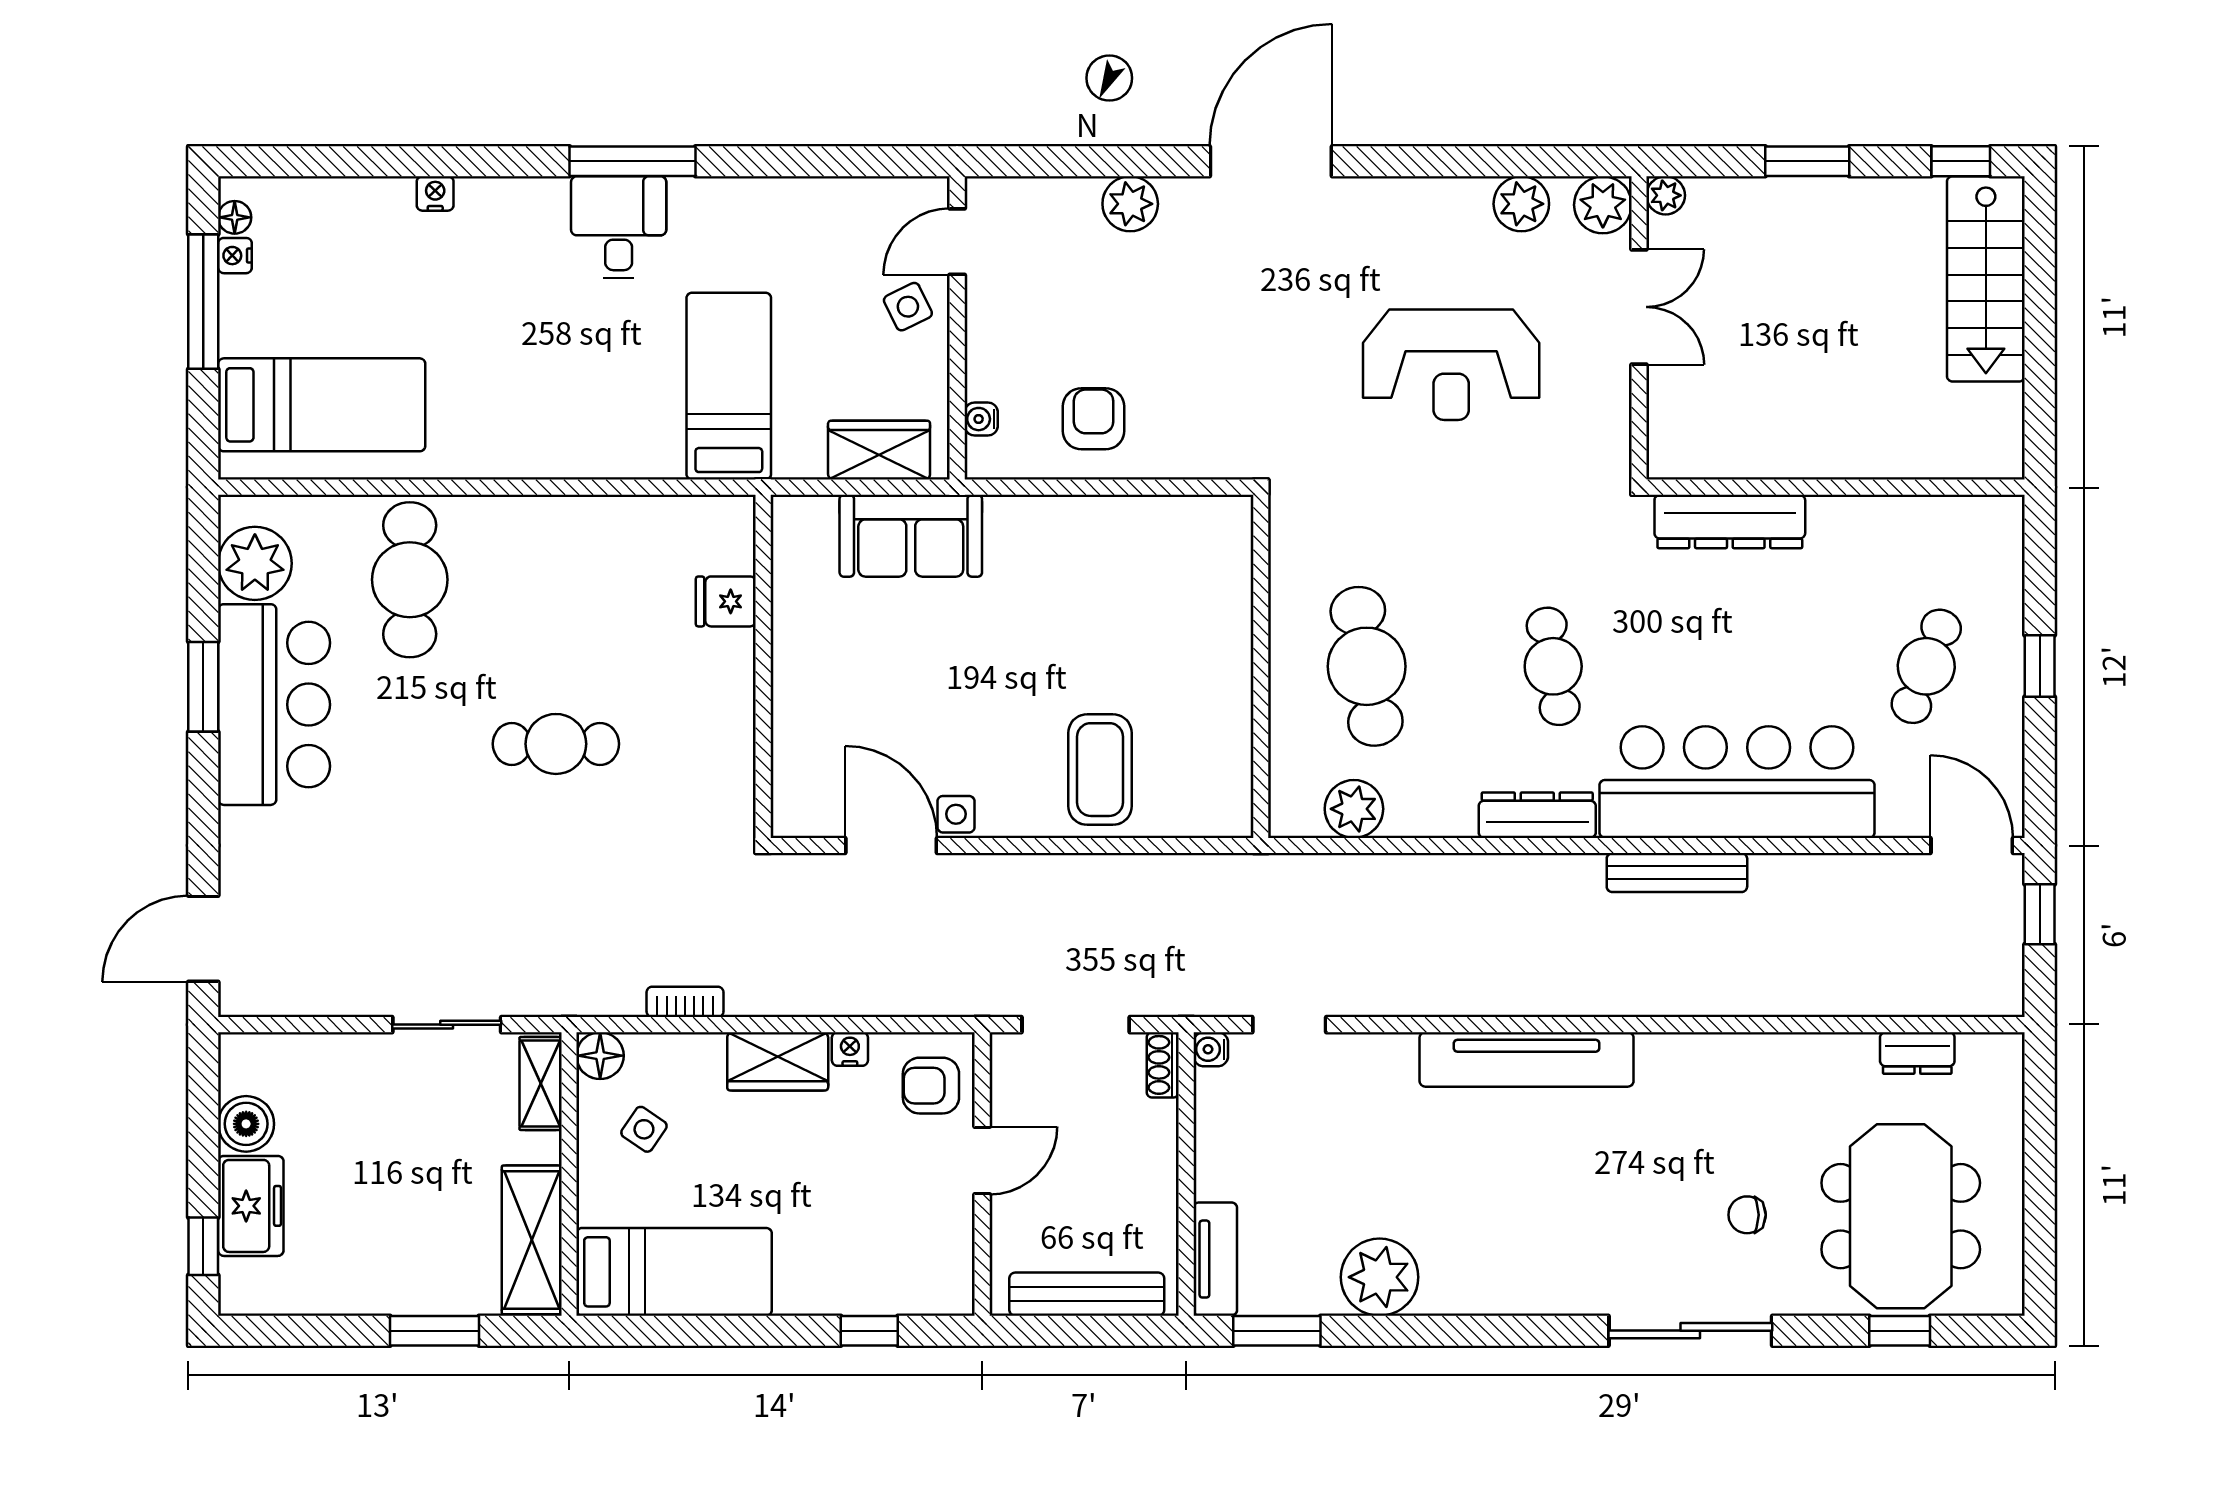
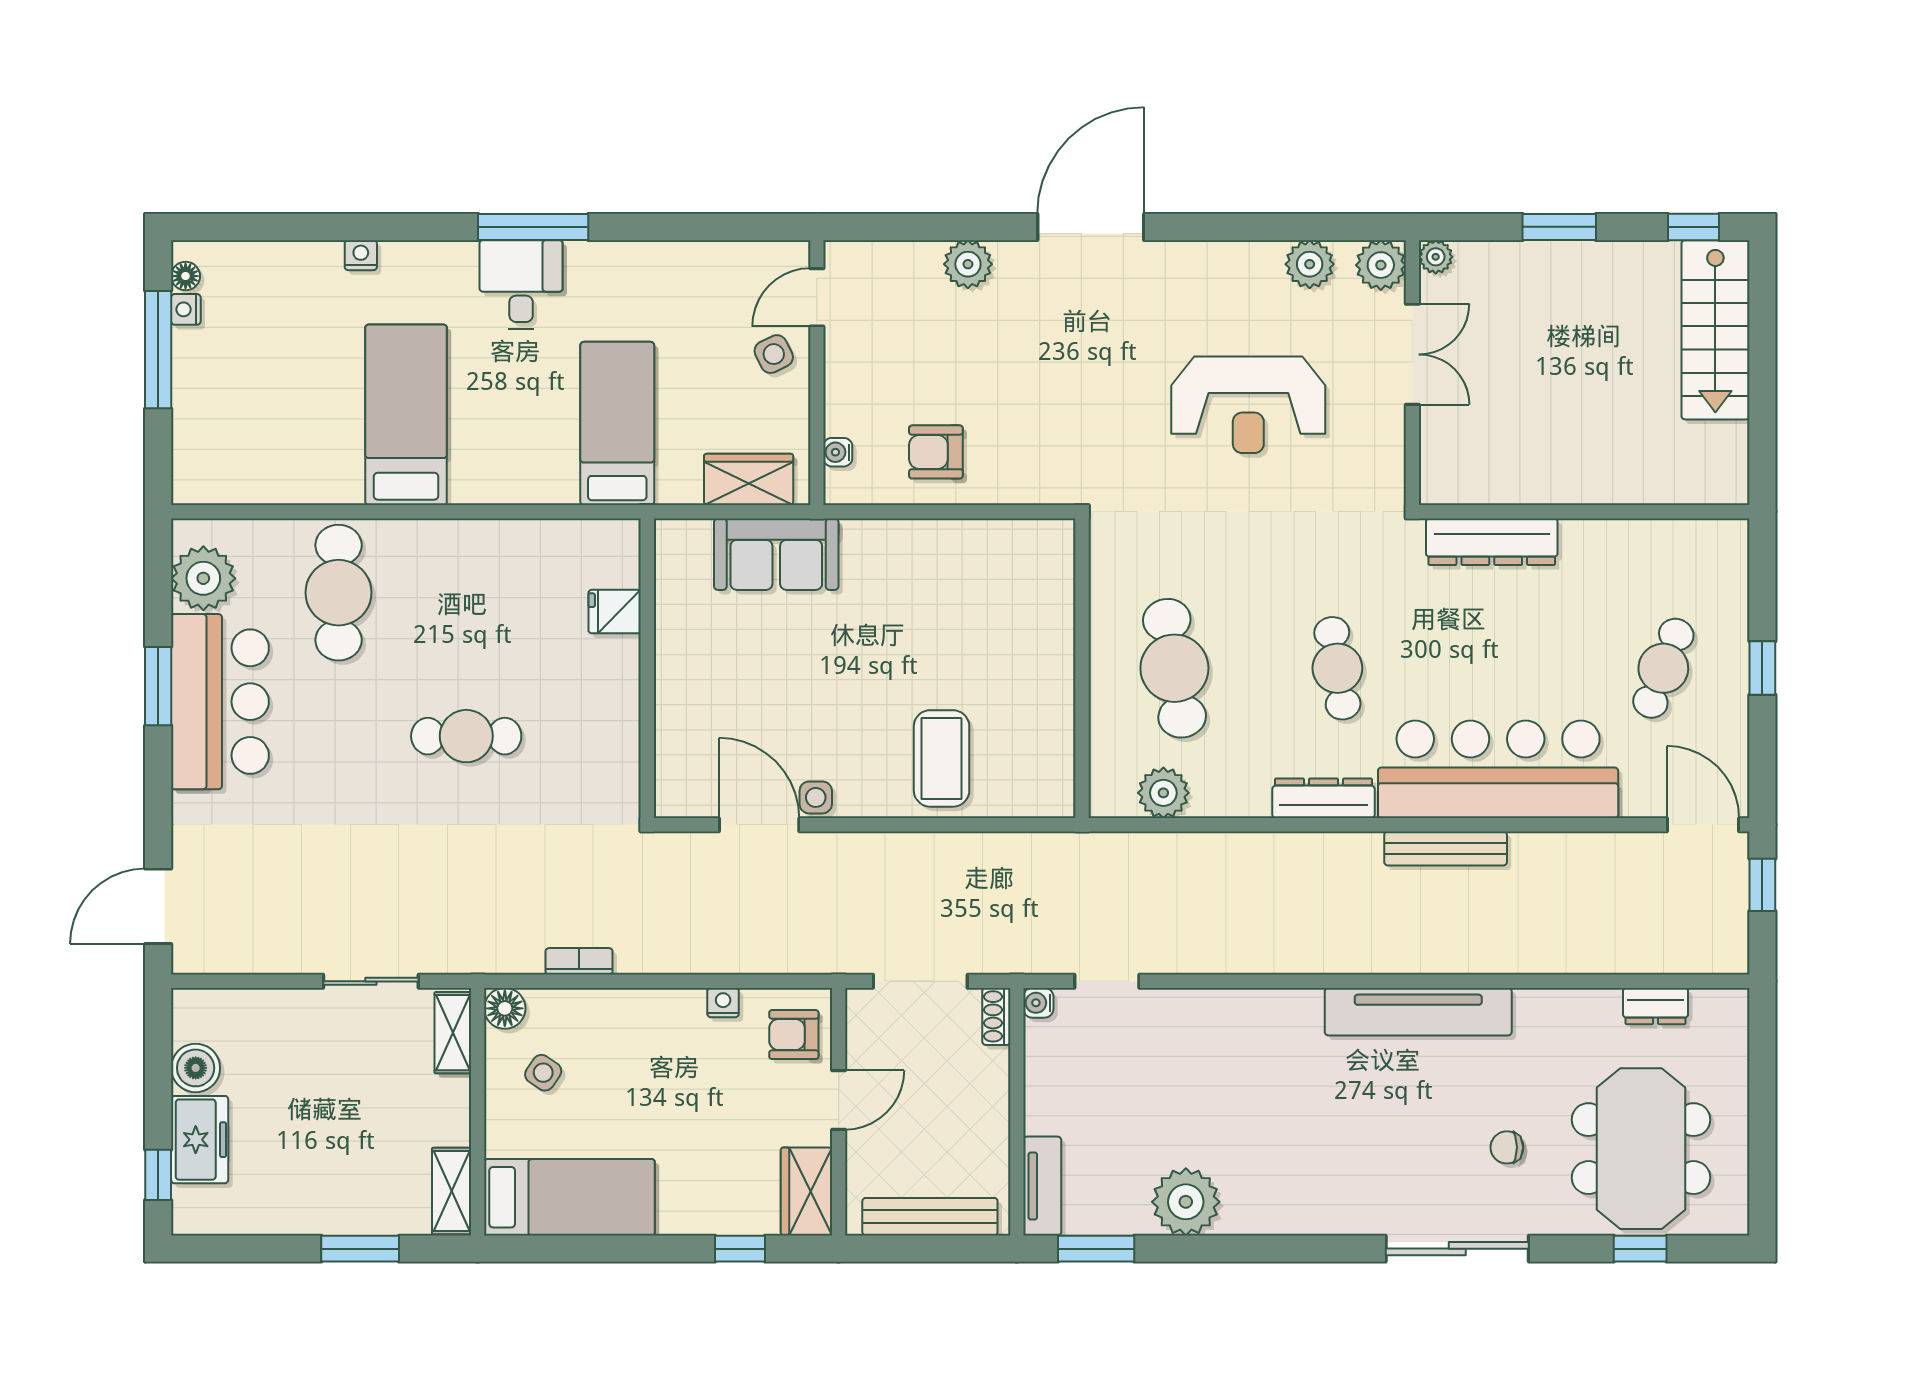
bed: (322, 405) -> (406, 415), moved, turned -90
armchair: (1094, 419) -> (936, 452), turned -90
tv unit: (1527, 1059) -> (1418, 1012), moved
wardrobe: (778, 1061) -> (807, 1191), moved, turned 90
shelving: (532, 1240) -> (452, 1191), width x0.67, depth x0.75

